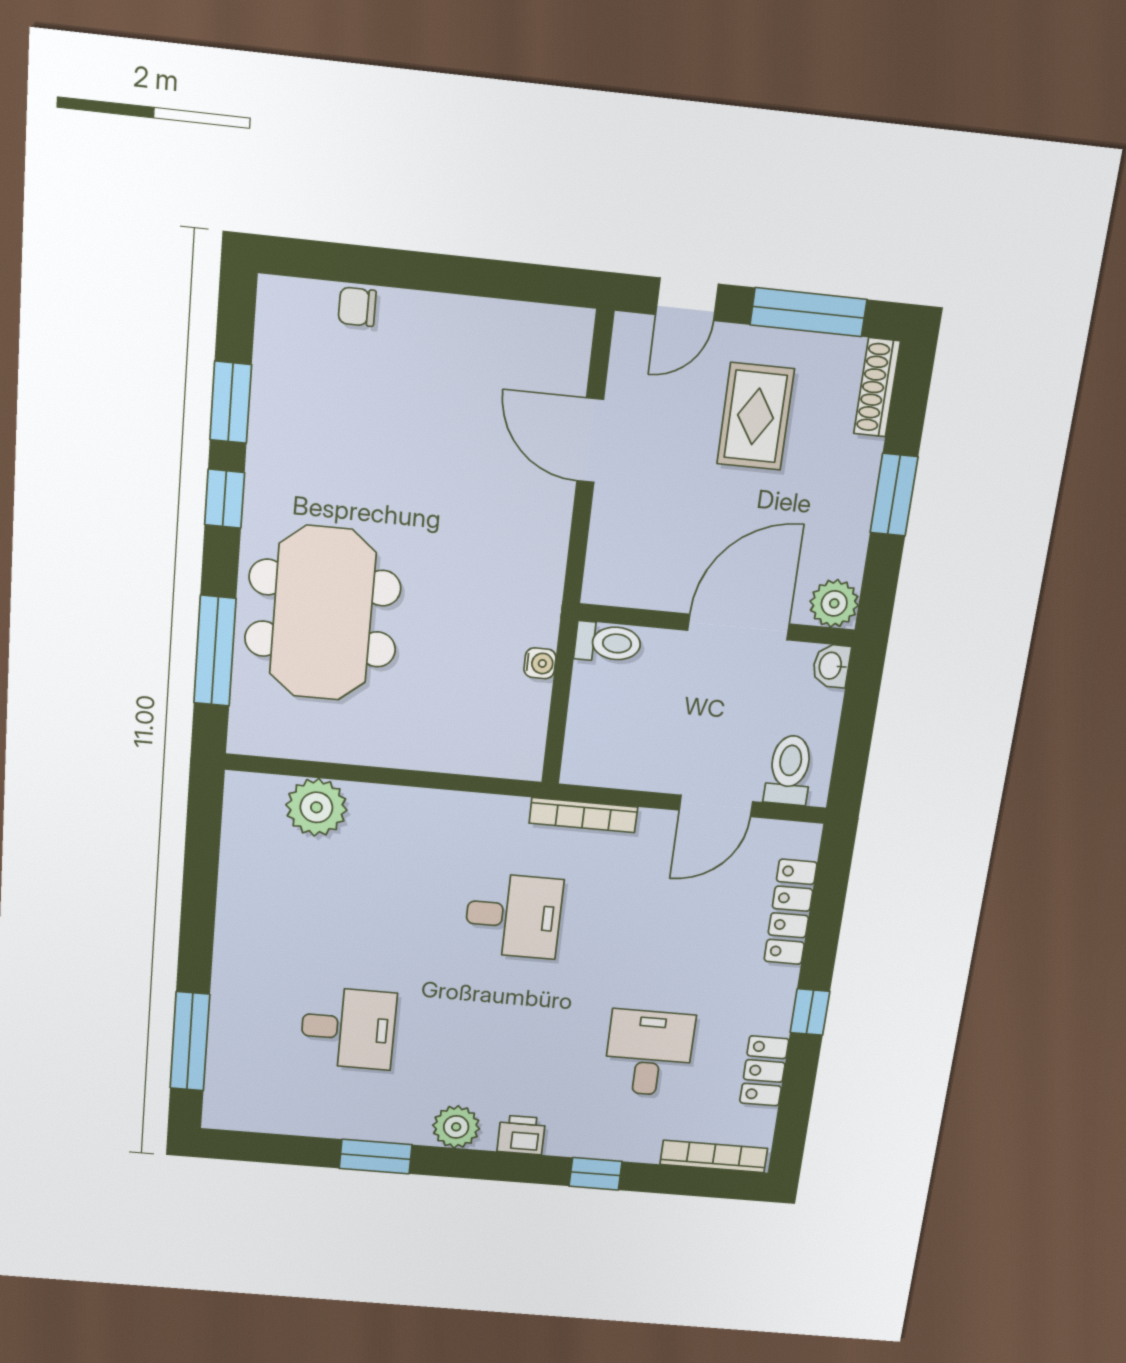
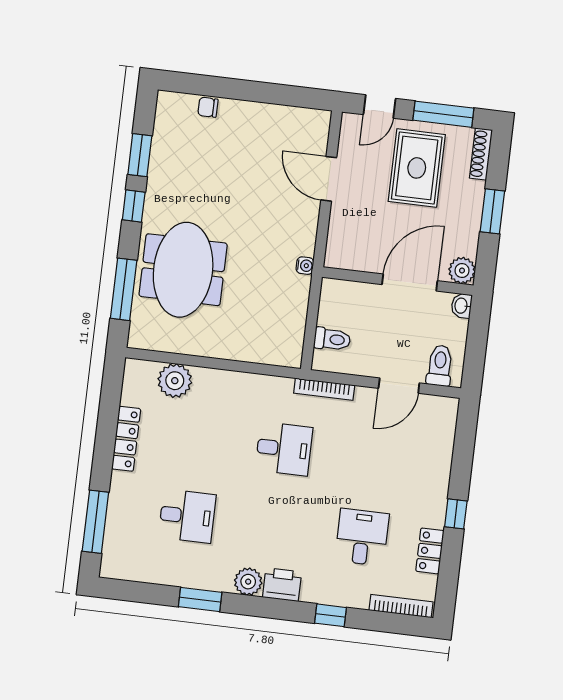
rug: (756, 416) -> (417, 168), width x1.36, depth x1.43
toilet: (608, 643) -> (332, 339), moved
water cooler: (540, 663) -> (305, 266), moved
locker: (790, 912) -> (126, 439), moved, turned 180
printer: (521, 1135) -> (282, 585), width x1.36, depth x1.24

